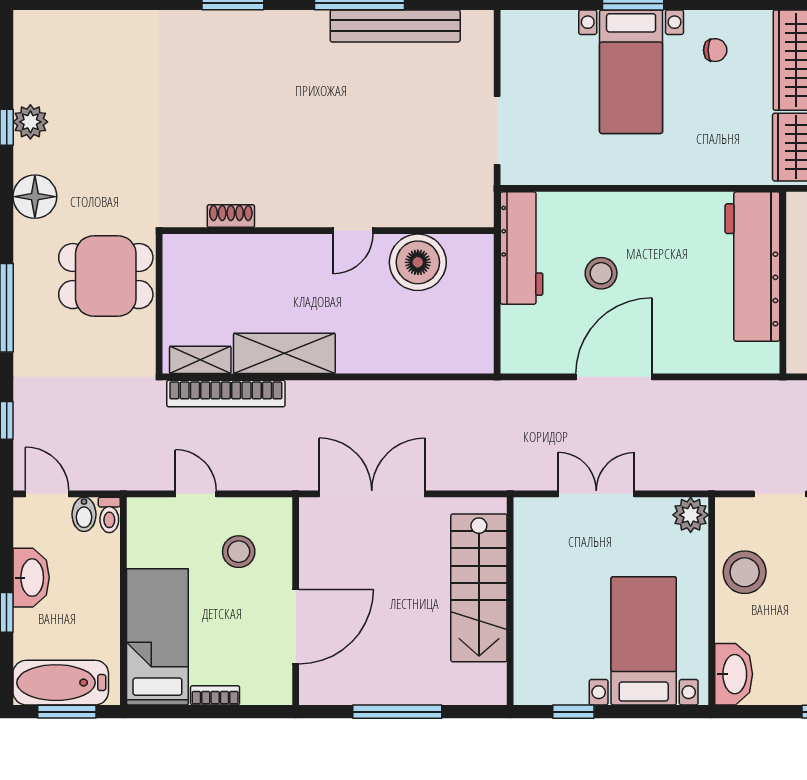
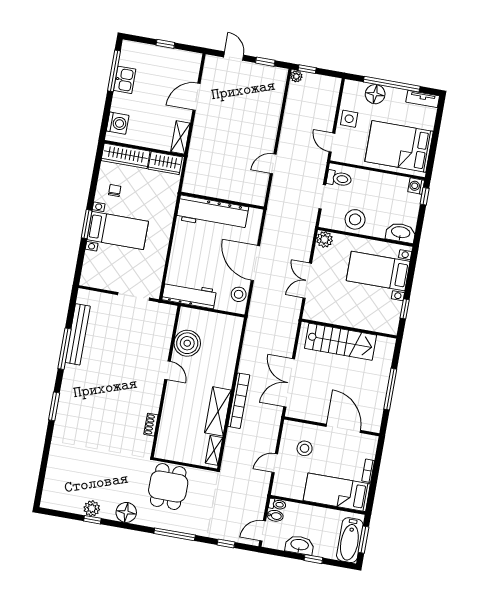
workbench: (752, 267) -> (212, 213), moved
stool: (601, 273) -> (239, 294), moved
wall: (783, 283) -> (222, 201), moved
bookcase: (226, 394) -> (239, 401), moved

